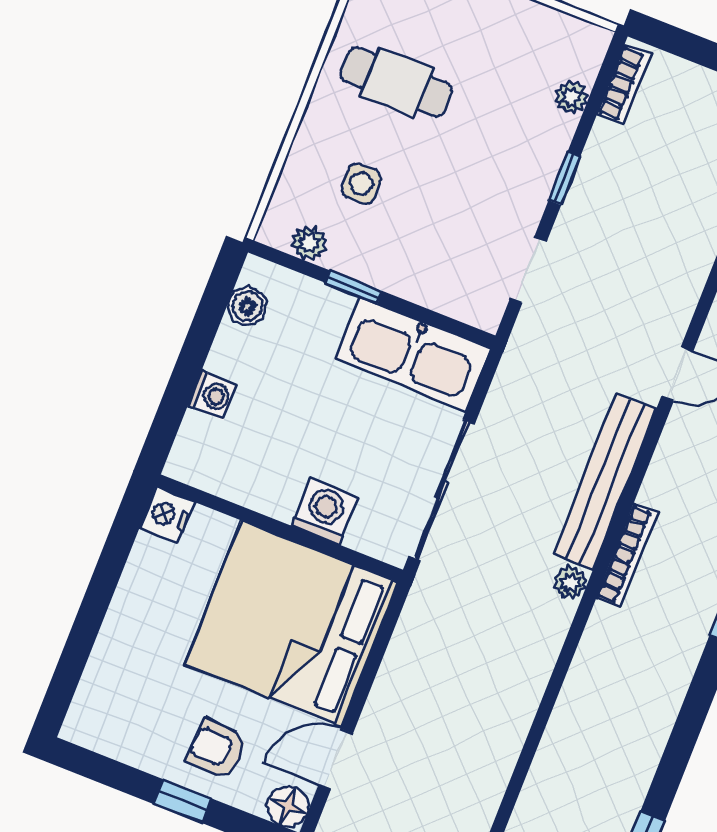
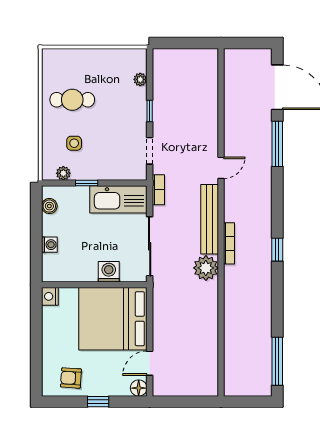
bookcase: (624, 85) -> (158, 190), moved
plant: (570, 583) -> (206, 268), width x1.87, depth x1.87
armchair: (217, 749) -> (71, 378), moved

